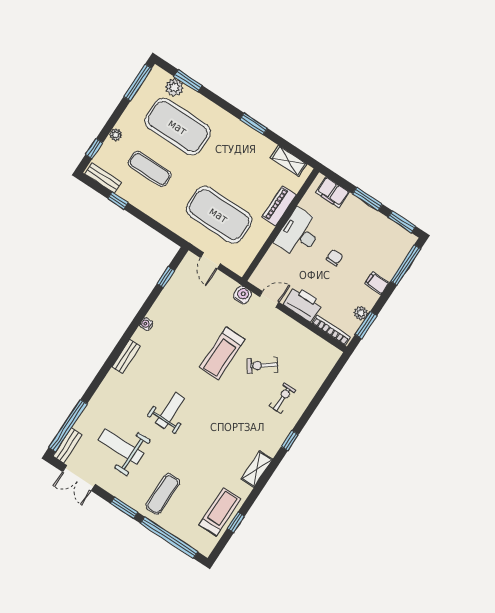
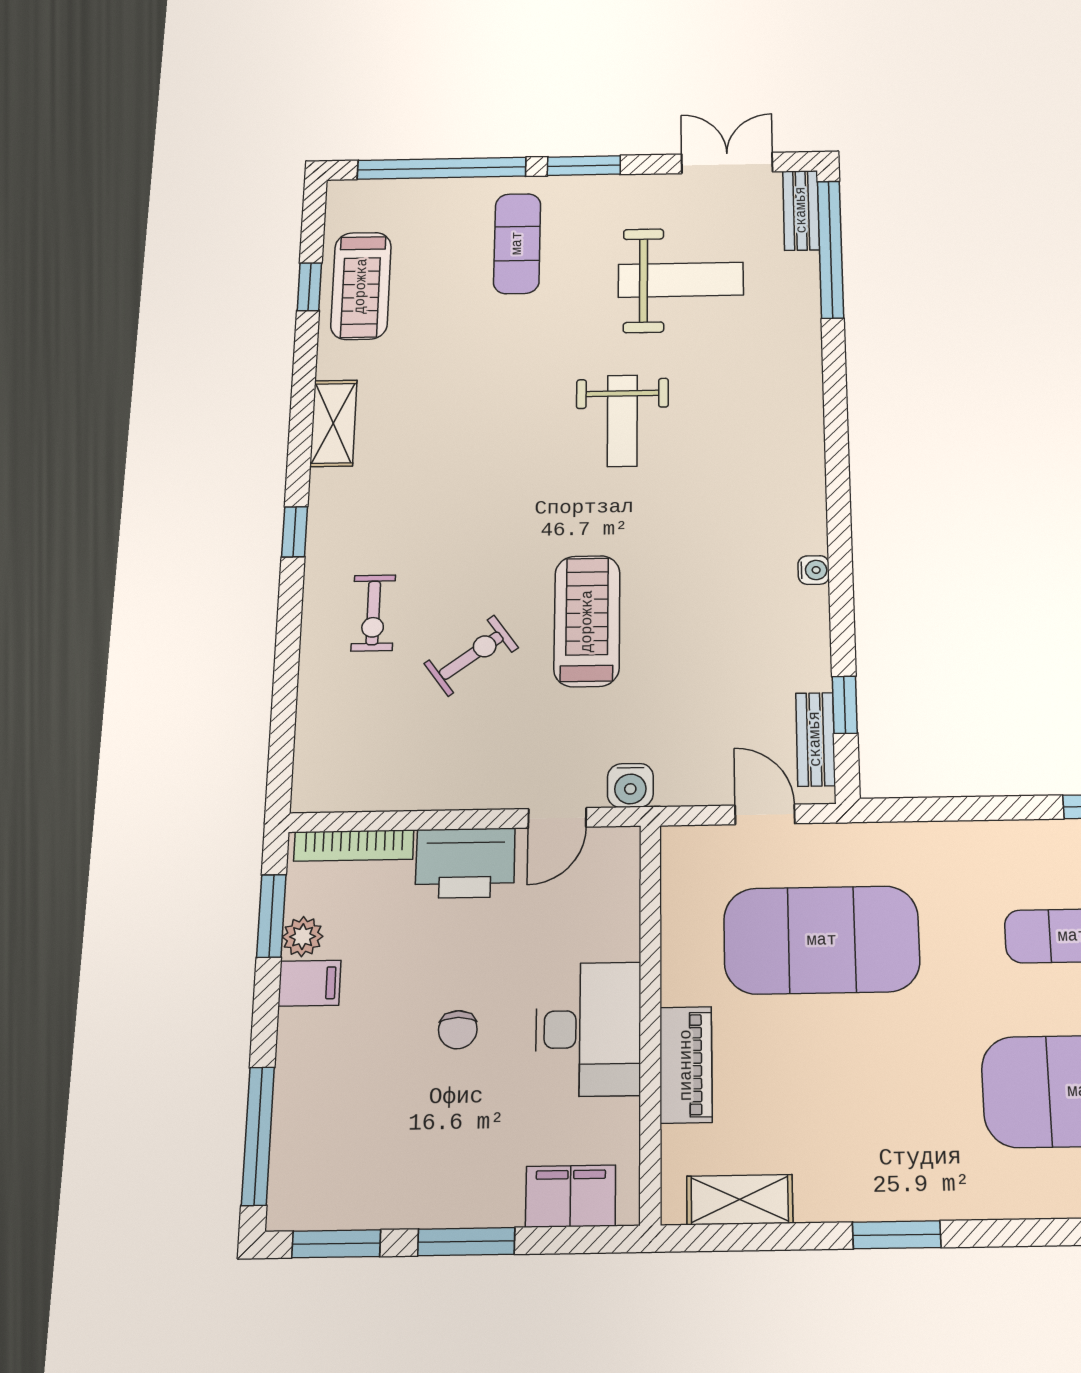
filing cabinet: (377, 283) -> (310, 983), moved
bench: (126, 356) -> (815, 739), moved

